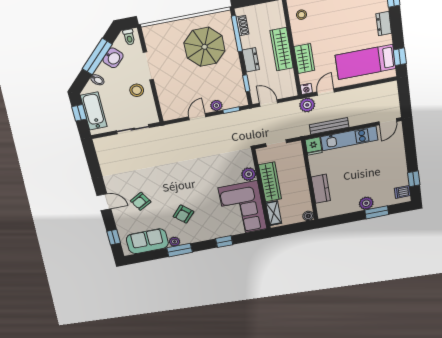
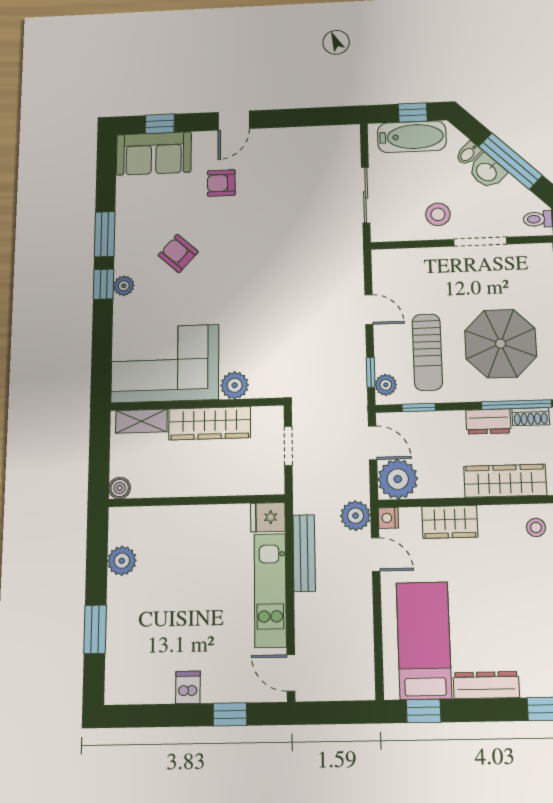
dresser: (384, 24) -> (486, 685), width x1.44
wardrobe: (282, 49) -> (505, 481), moved
washbasin: (113, 58) -> (487, 171), moved
dresser: (251, 60) -> (488, 421), moved
sun lounger: (216, 84) -> (427, 352), added
plant: (286, 88) -> (398, 479), added
door: (268, 103) -> (373, 443), hinge flipped
plant: (216, 105) -> (386, 385), moved
window: (414, 179) -> (230, 714), moved
kitchen counter: (321, 189) -> (173, 520), removed
dishwasher: (402, 192) -> (188, 687), moved
armchair: (141, 201) -> (221, 183), turned -60
plant: (366, 203) -> (122, 561), moved
sofa: (147, 241) -> (154, 153), moved, turned 90
plant: (175, 242) -> (124, 286), moved
window: (224, 242) -> (103, 284), moved

